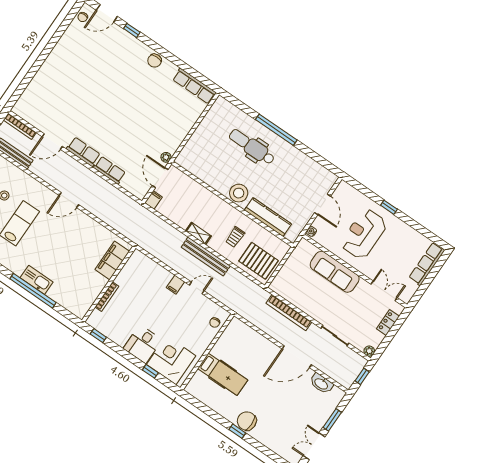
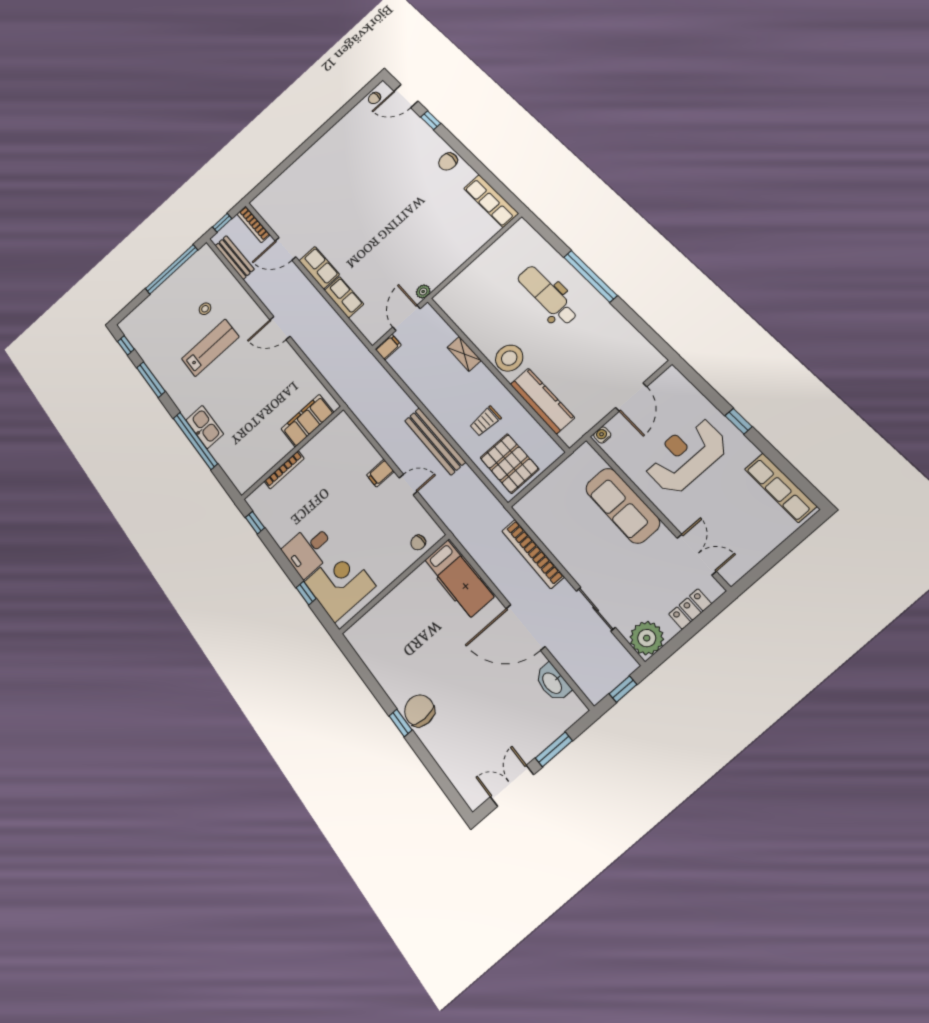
shelving: (198, 233) -> (464, 354), moved
row of seats: (427, 264) -> (780, 488), moved, turned -90
plant: (369, 351) -> (647, 638), width x1.88, depth x1.88
hospital bed: (223, 374) -> (459, 578), moved

